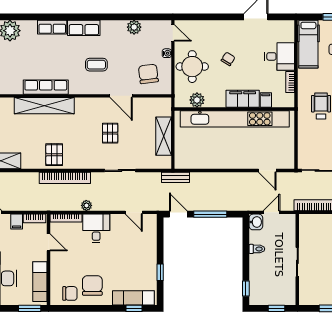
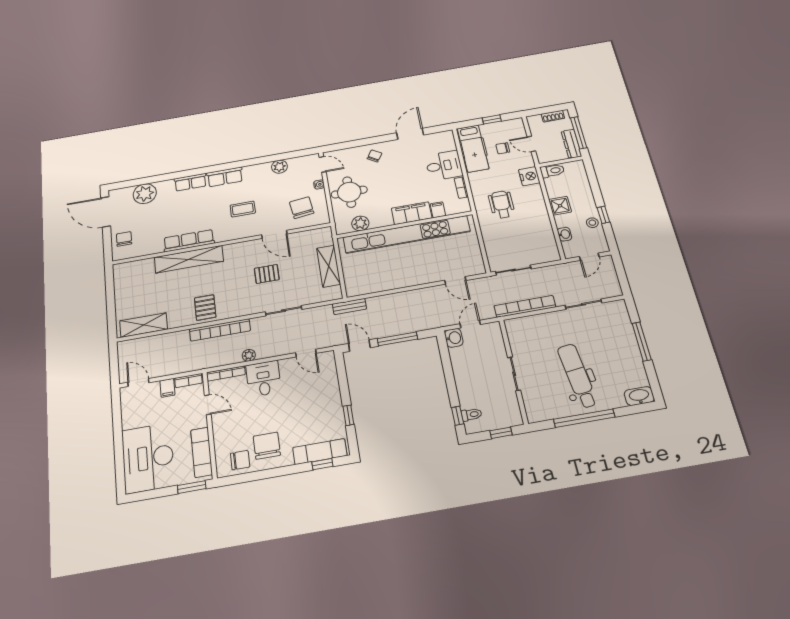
chair: (228, 59) -> (375, 156), moved
pallet: (110, 133) -> (267, 274), turned 90
toilet: (257, 249) -> (471, 415), moved

